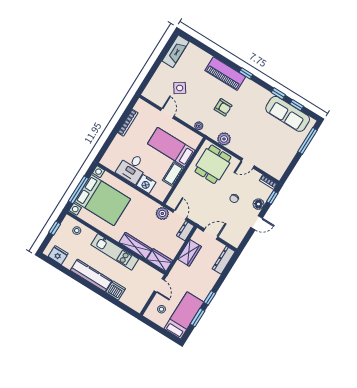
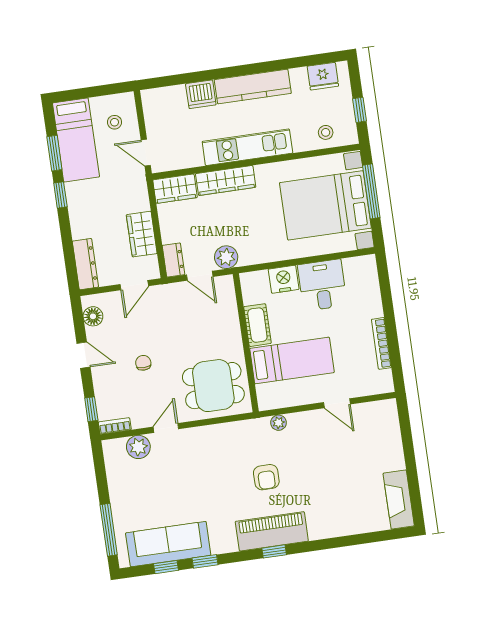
piano: (225, 74) -> (272, 531), moved
side table: (180, 88) -> (350, 453), removed
armchair: (223, 107) -> (266, 477), turned -90
plant: (224, 139) -> (138, 447), moved
dining table: (213, 164) -> (213, 386), turned 90
floor lamp: (258, 204) -> (93, 316), moved
door: (257, 223) -> (84, 355), swing flipped

